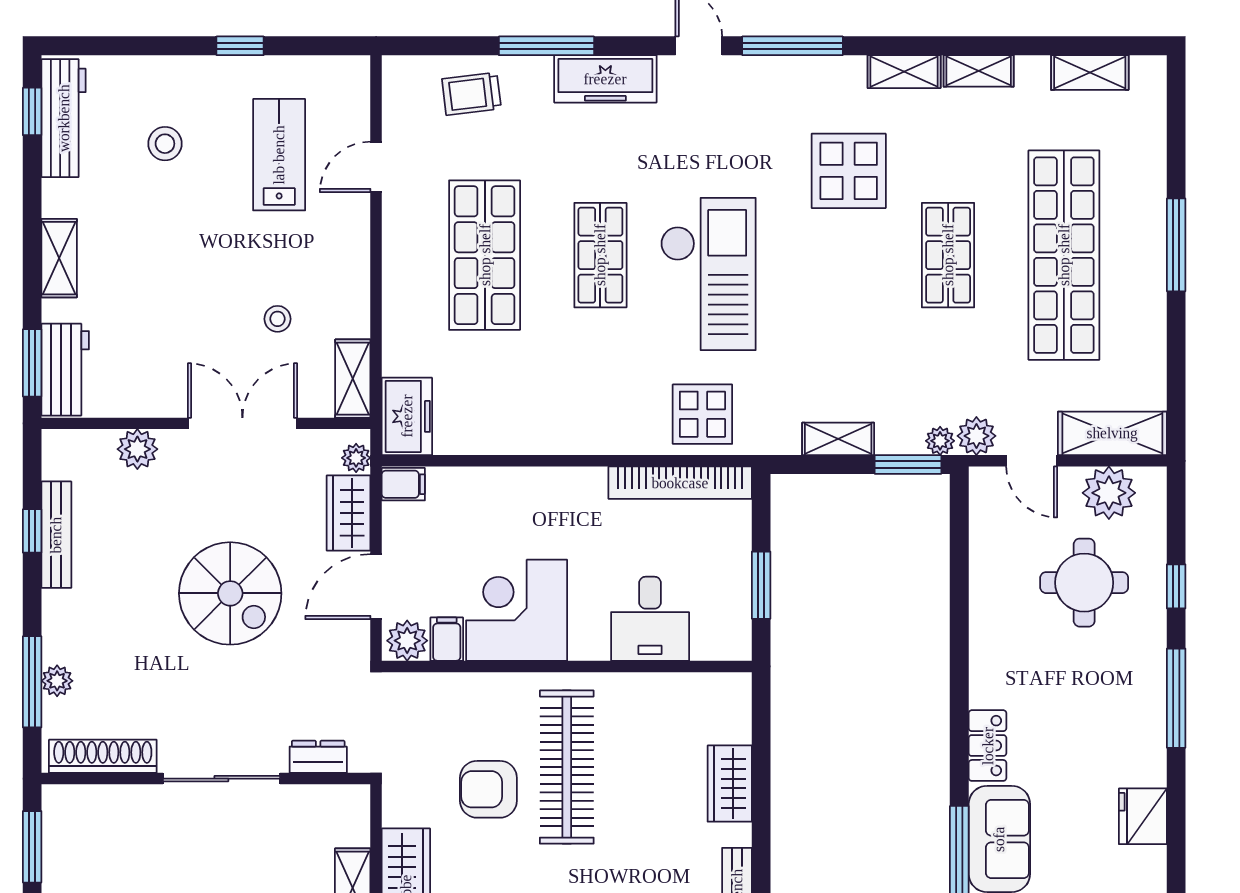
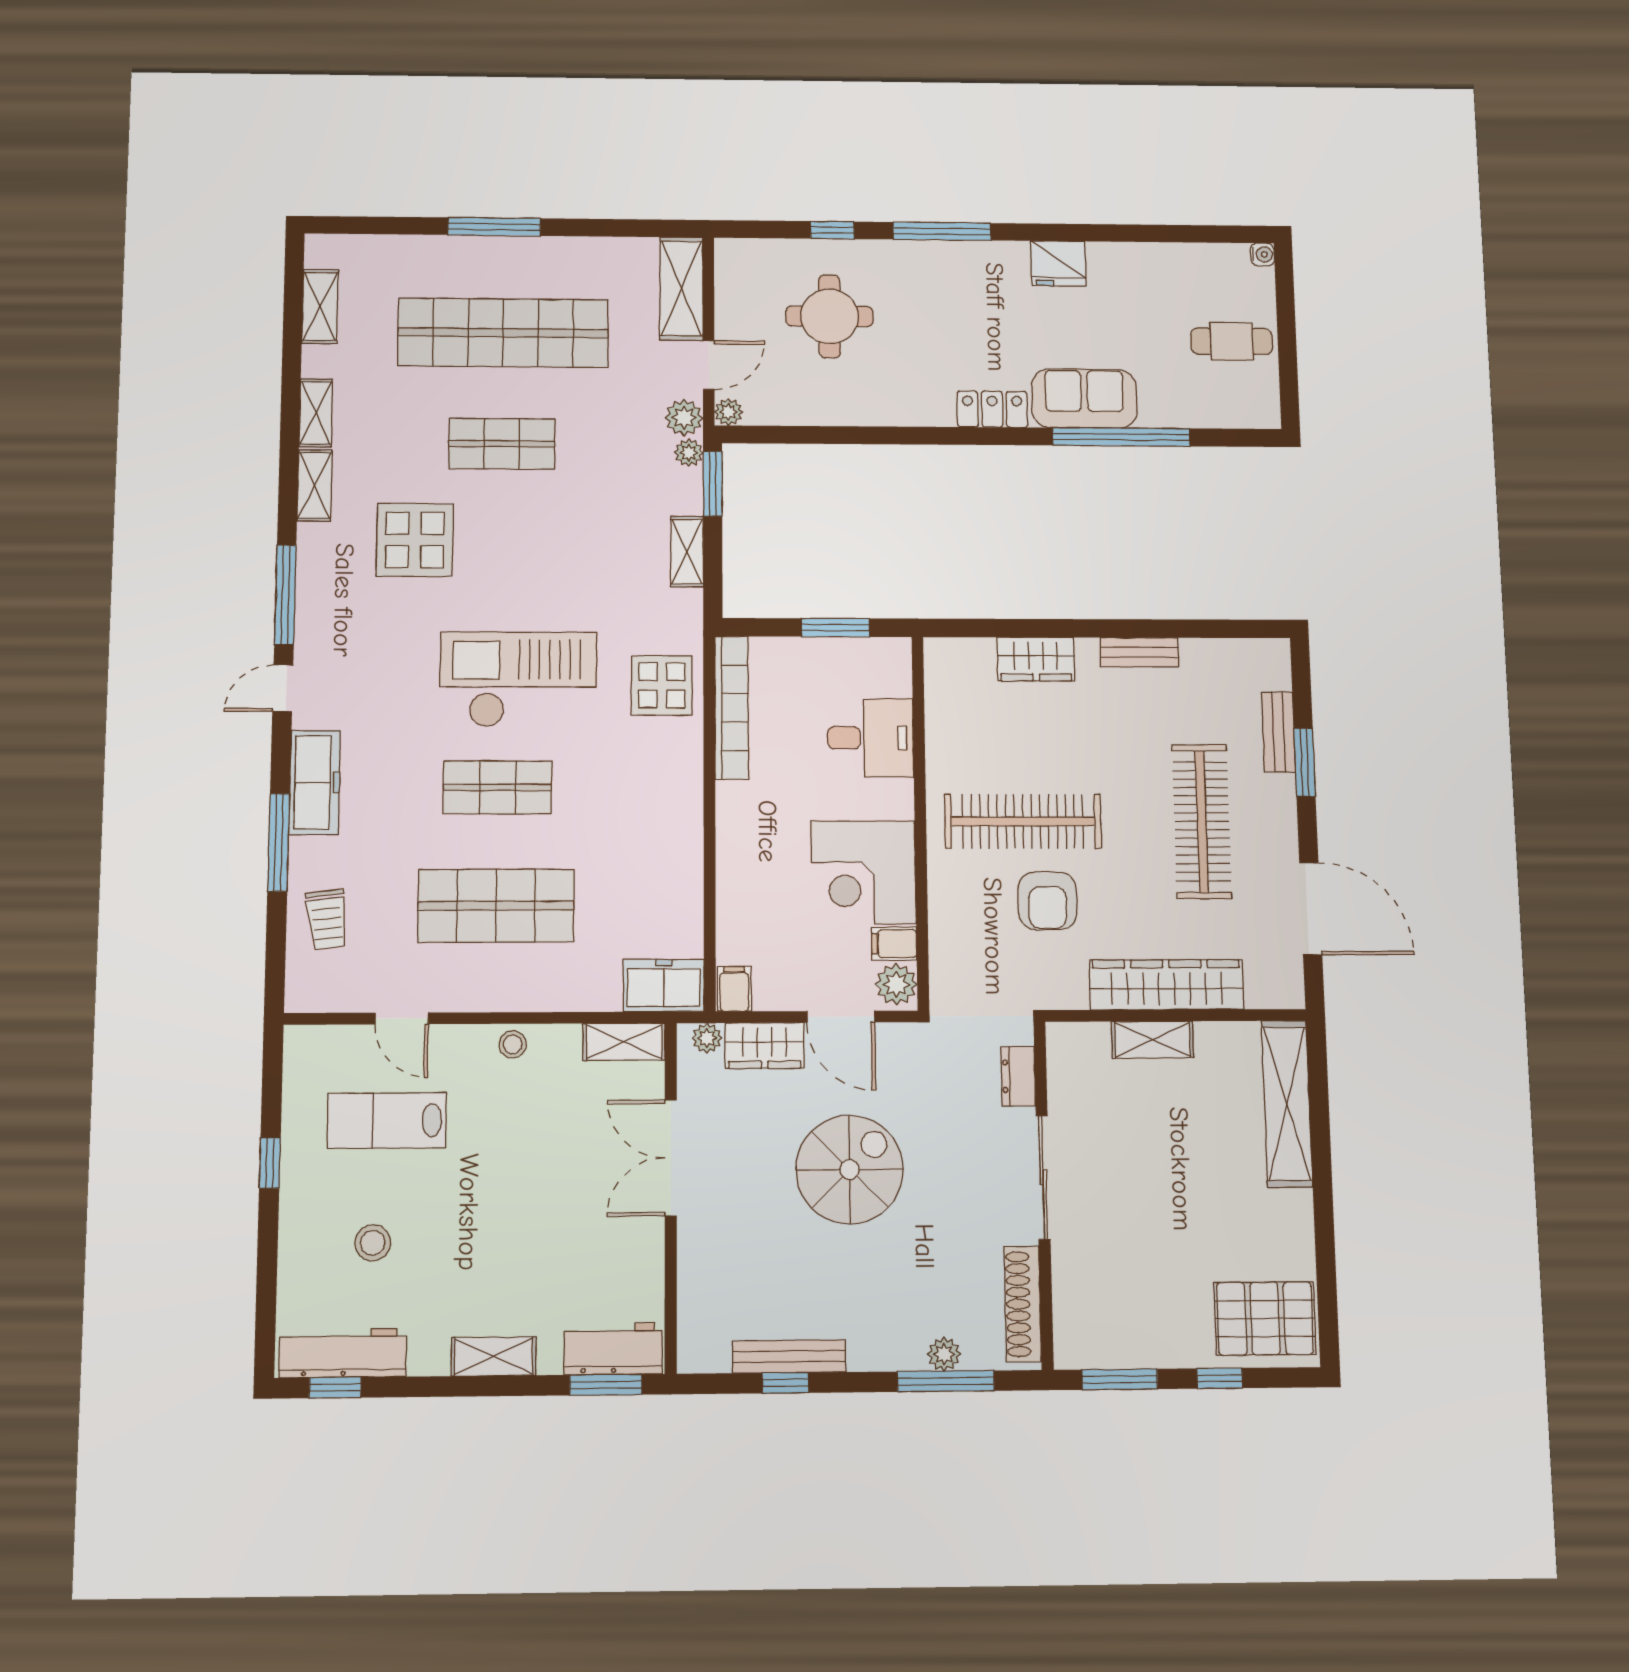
stool: (278, 319) -> (513, 1044), moved
plant: (137, 449) -> (698, 1270), removed
plant: (1109, 493) -> (728, 412), moved, width x0.53, depth x0.53

